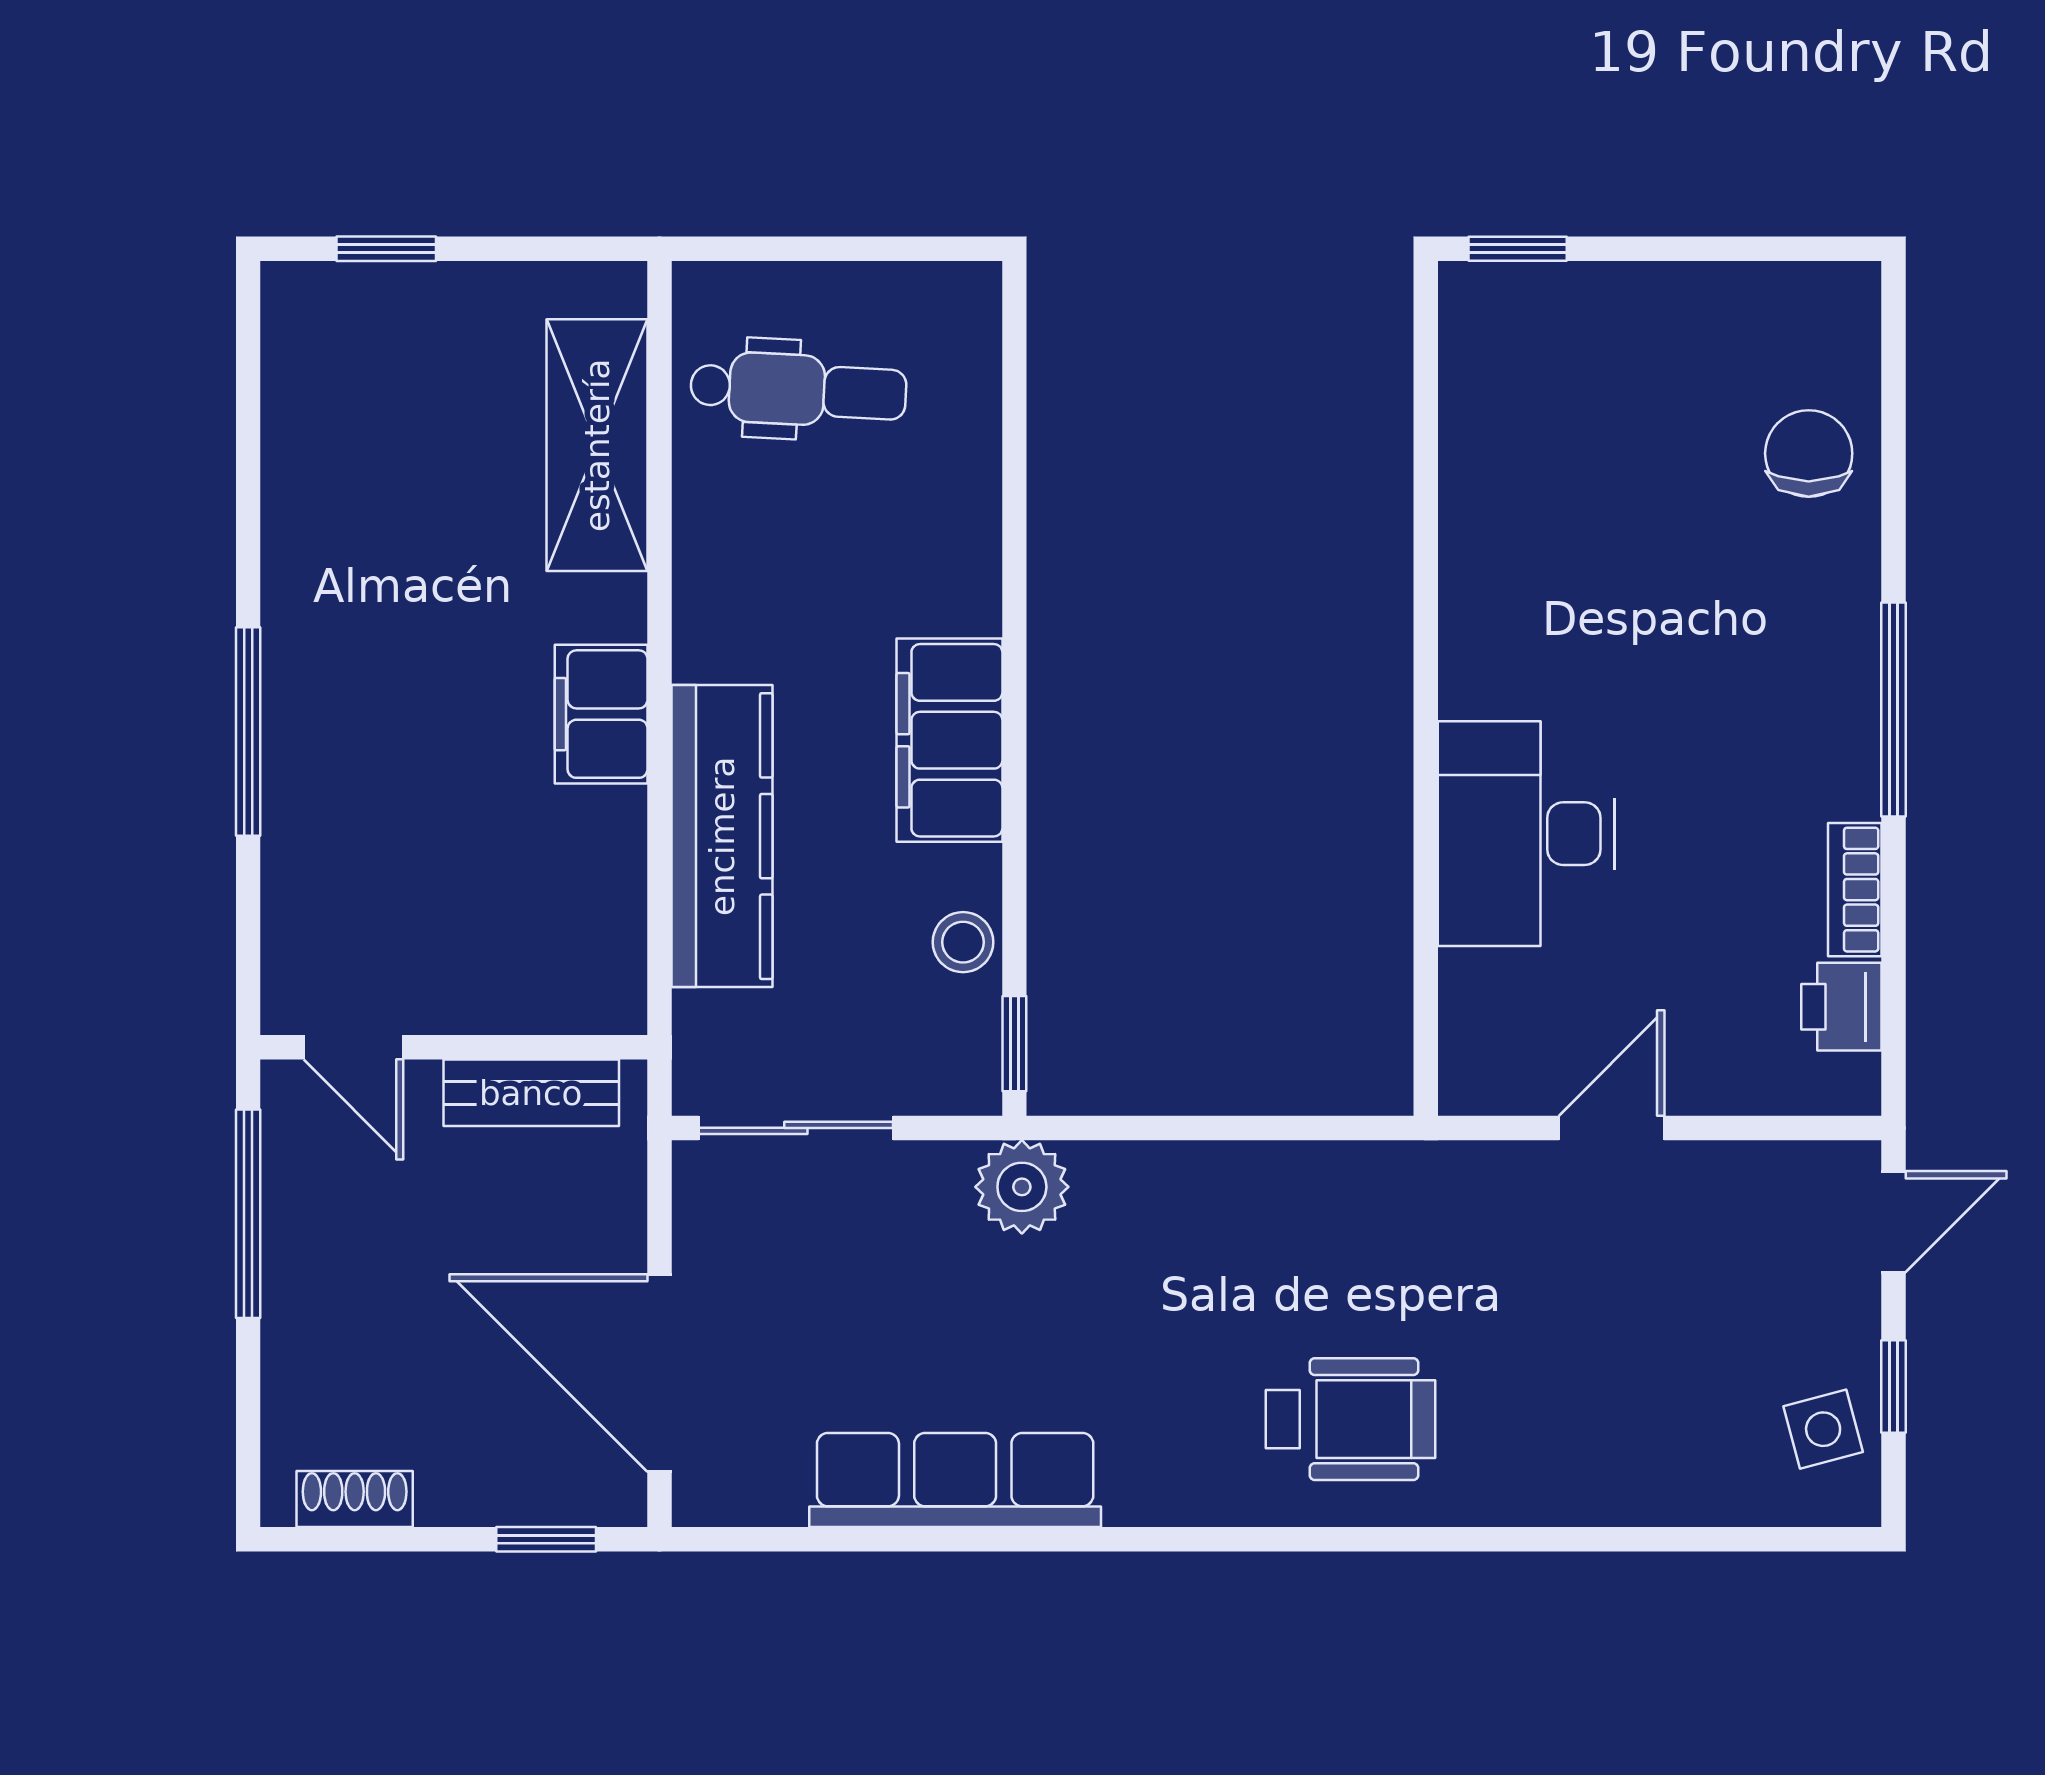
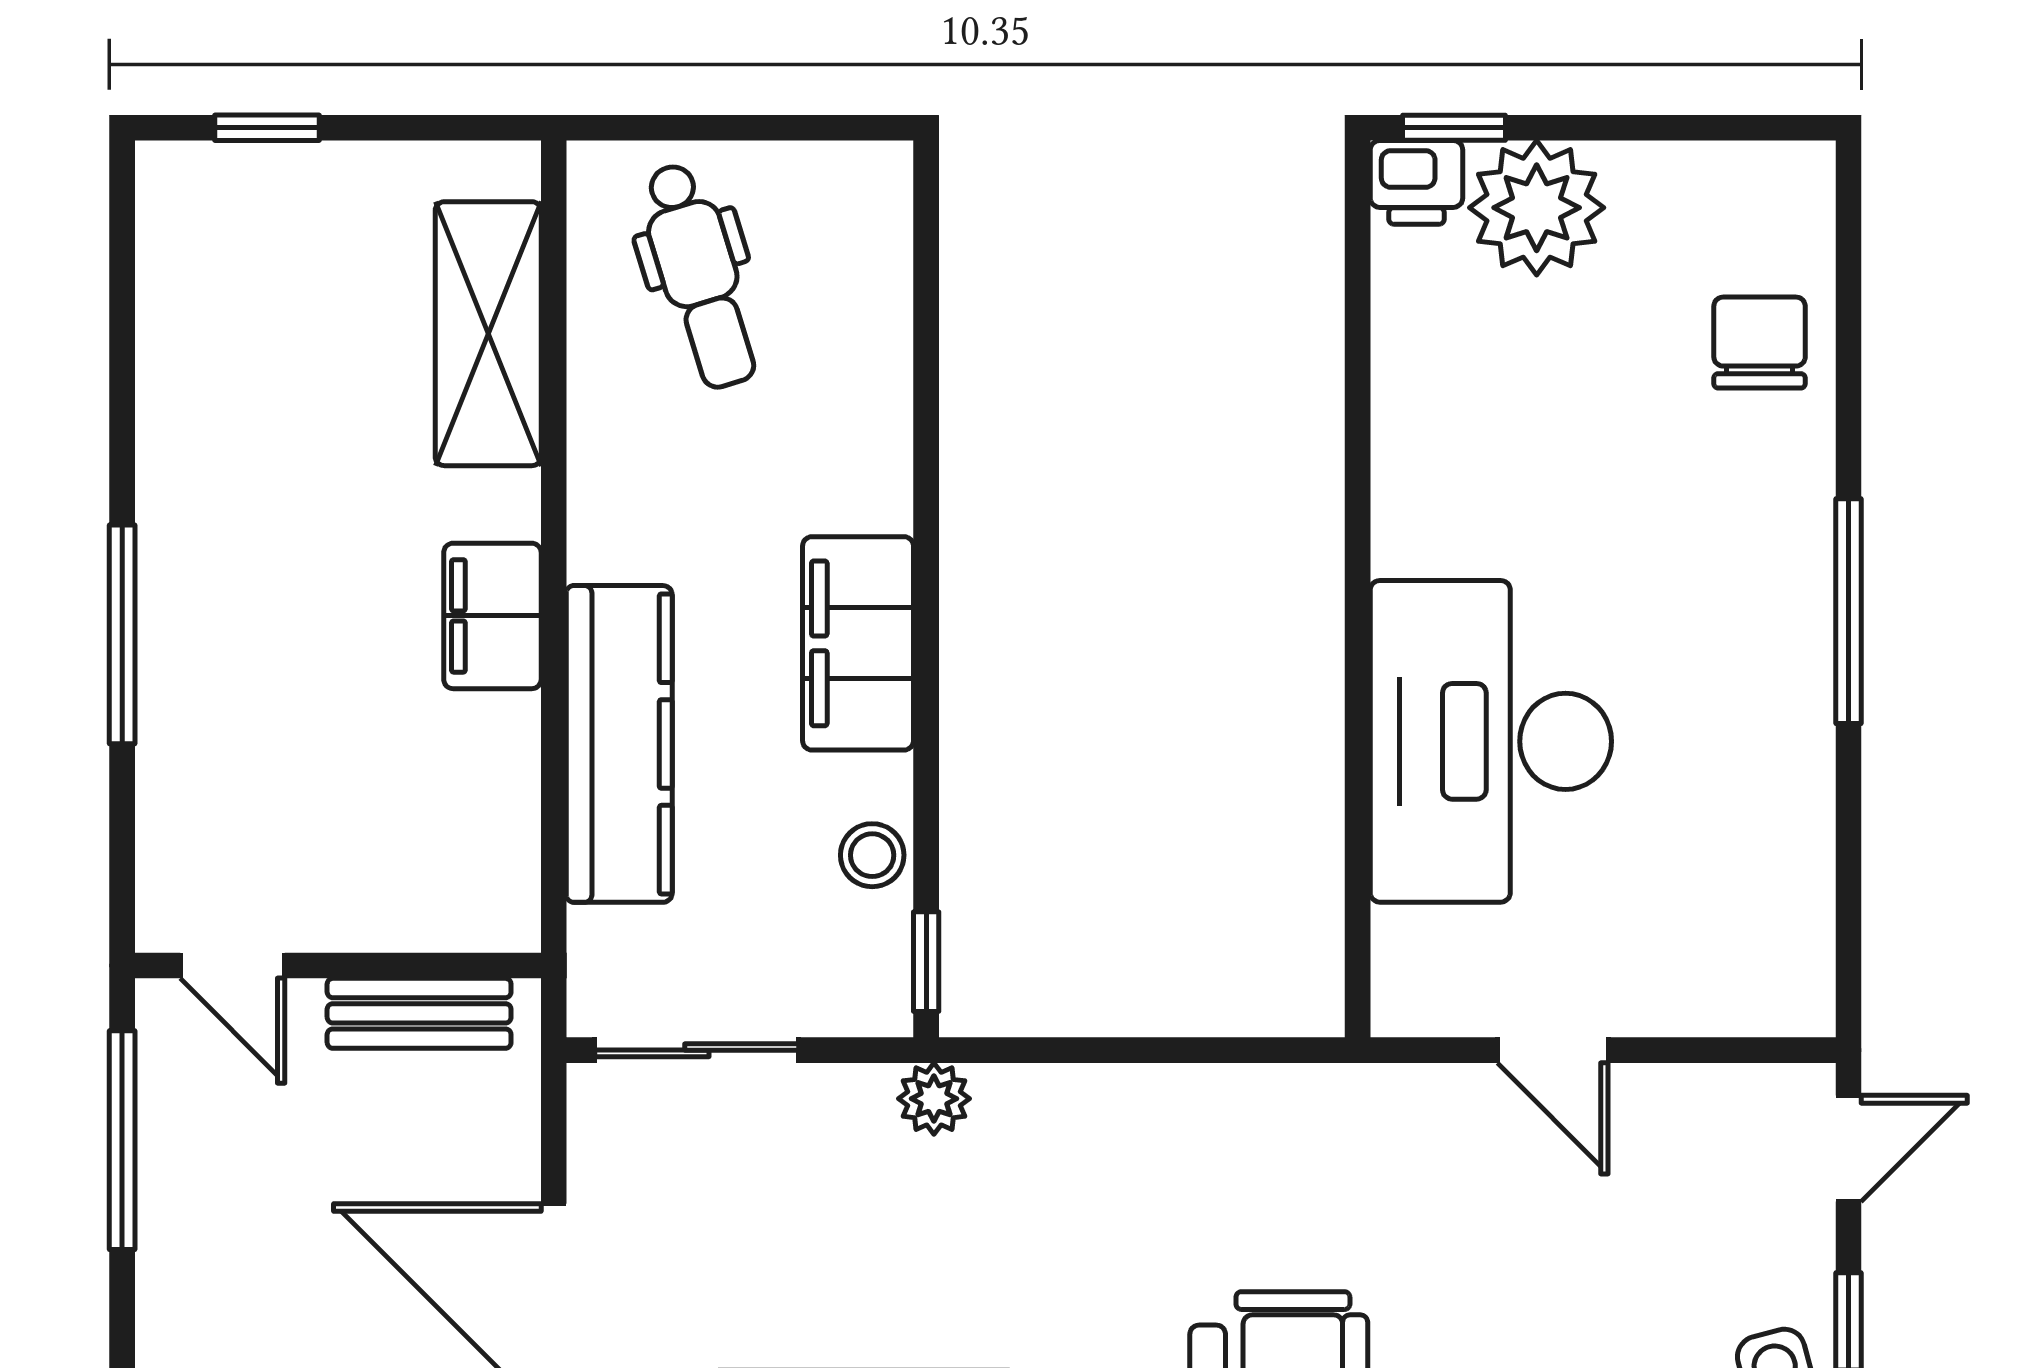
plant: (1596, 325) -> (1537, 208), added
dental chair: (798, 390) -> (699, 276), turned 70
desk: (1526, 834) -> (1491, 741), width x1.36, depth x1.30
bookcase: (1855, 890) -> (1808, 800), removed
printer: (1841, 1007) -> (1416, 182), moved, turned -90
door: (1612, 1128) -> (1553, 1050), swing flipped
plant: (1022, 1187) -> (934, 1099), width x0.73, depth x0.73

